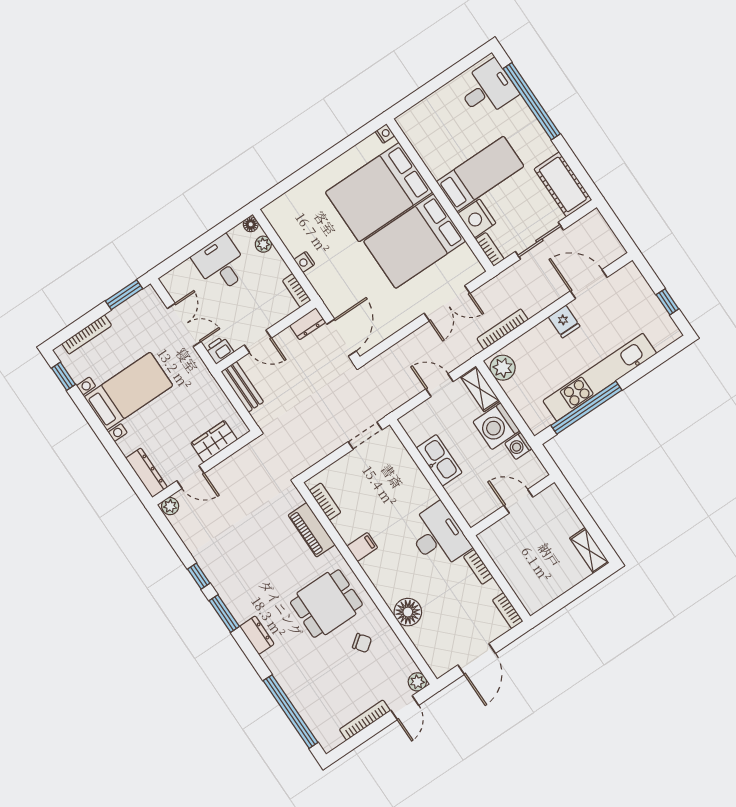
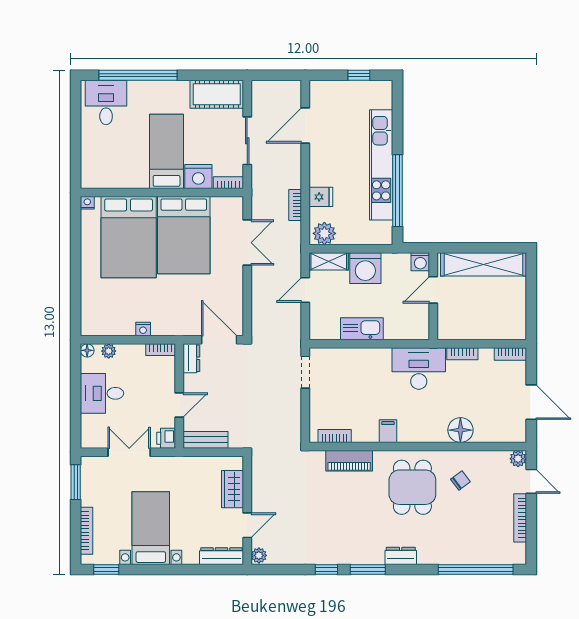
fridge: (564, 322) -> (321, 197), moved
bookcase: (503, 329) -> (295, 205), width x0.64
washing machine: (518, 446) -> (420, 262), moved
shelving: (589, 550) -> (483, 264), width x2.20, depth x1.33

